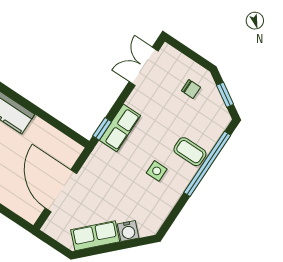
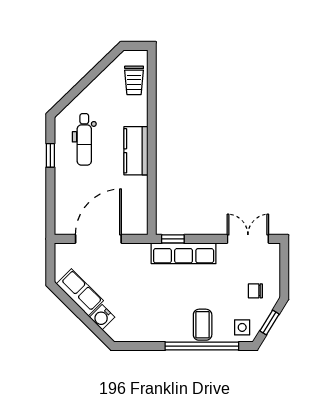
chair: (191, 89) -> (255, 291), turned 90
row of seats: (120, 128) -> (184, 253), width x1.48
side table: (157, 171) -> (242, 327), moved

